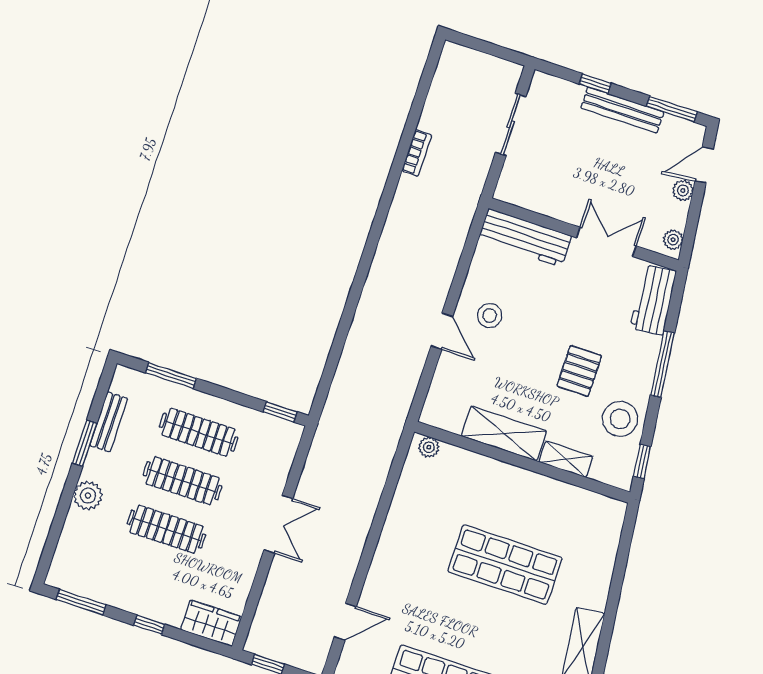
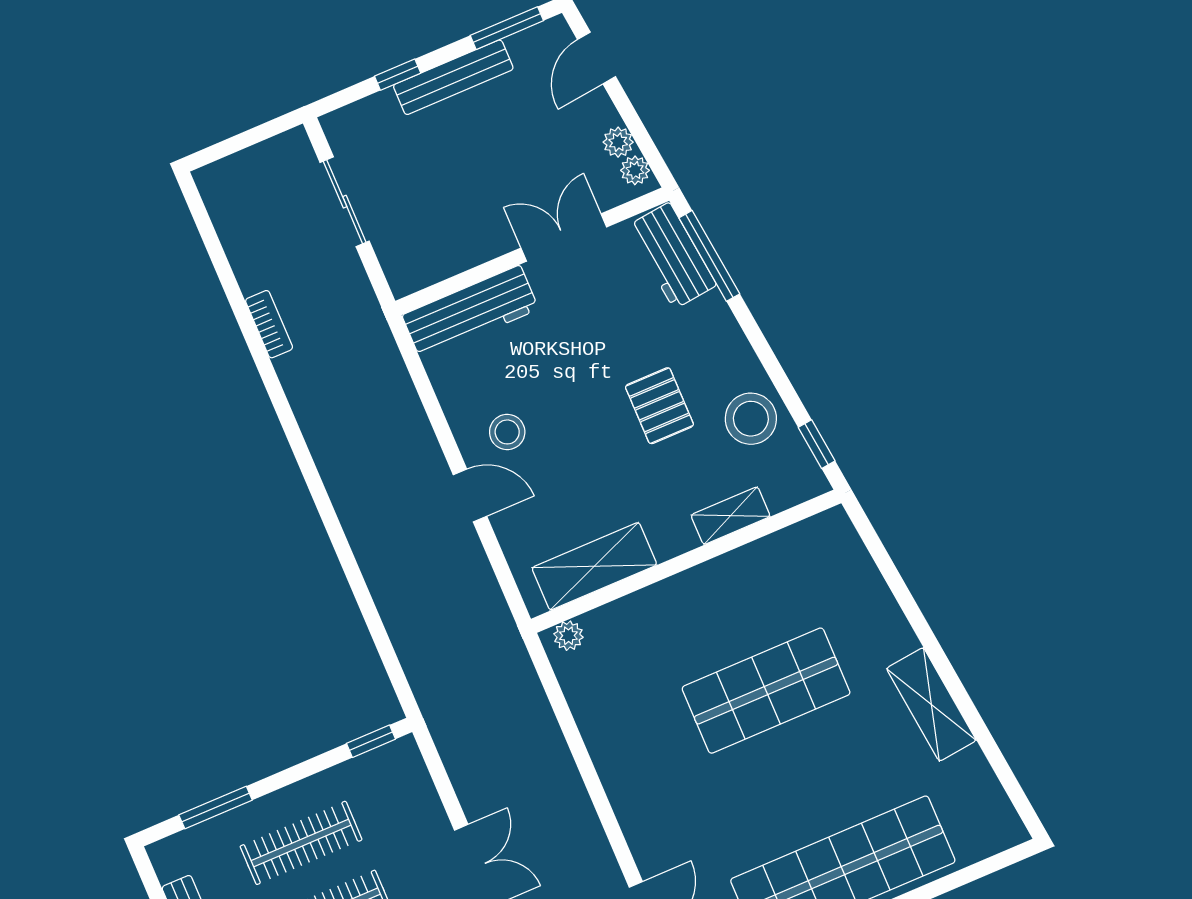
plant: (683, 190) -> (618, 142), moved
window: (663, 364) -> (709, 256), moved
shelving: (504, 434) -> (594, 566), moved

